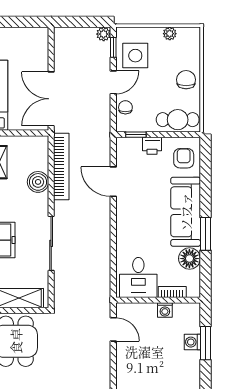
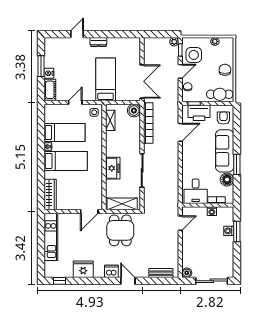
double door: (51, 99) -> (142, 81), swing flipped
printer: (152, 146) -> (199, 113), width x1.87, depth x1.48
boiler: (38, 182) -> (134, 111), moved
door: (113, 182) -> (180, 132), swing flipped
door: (113, 329) -> (180, 223), hinge flipped

